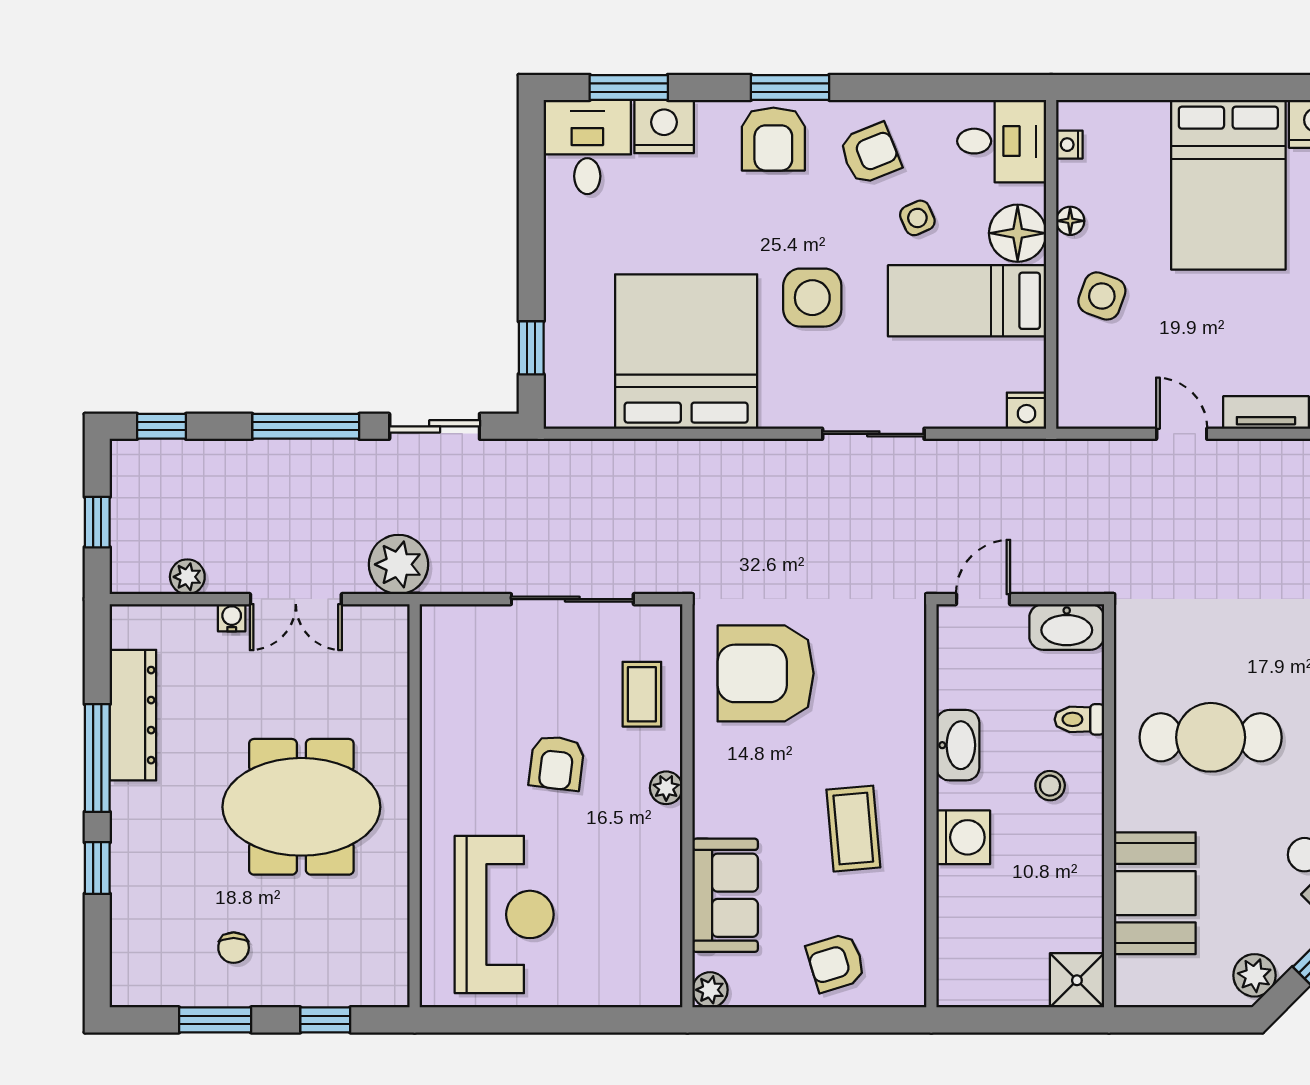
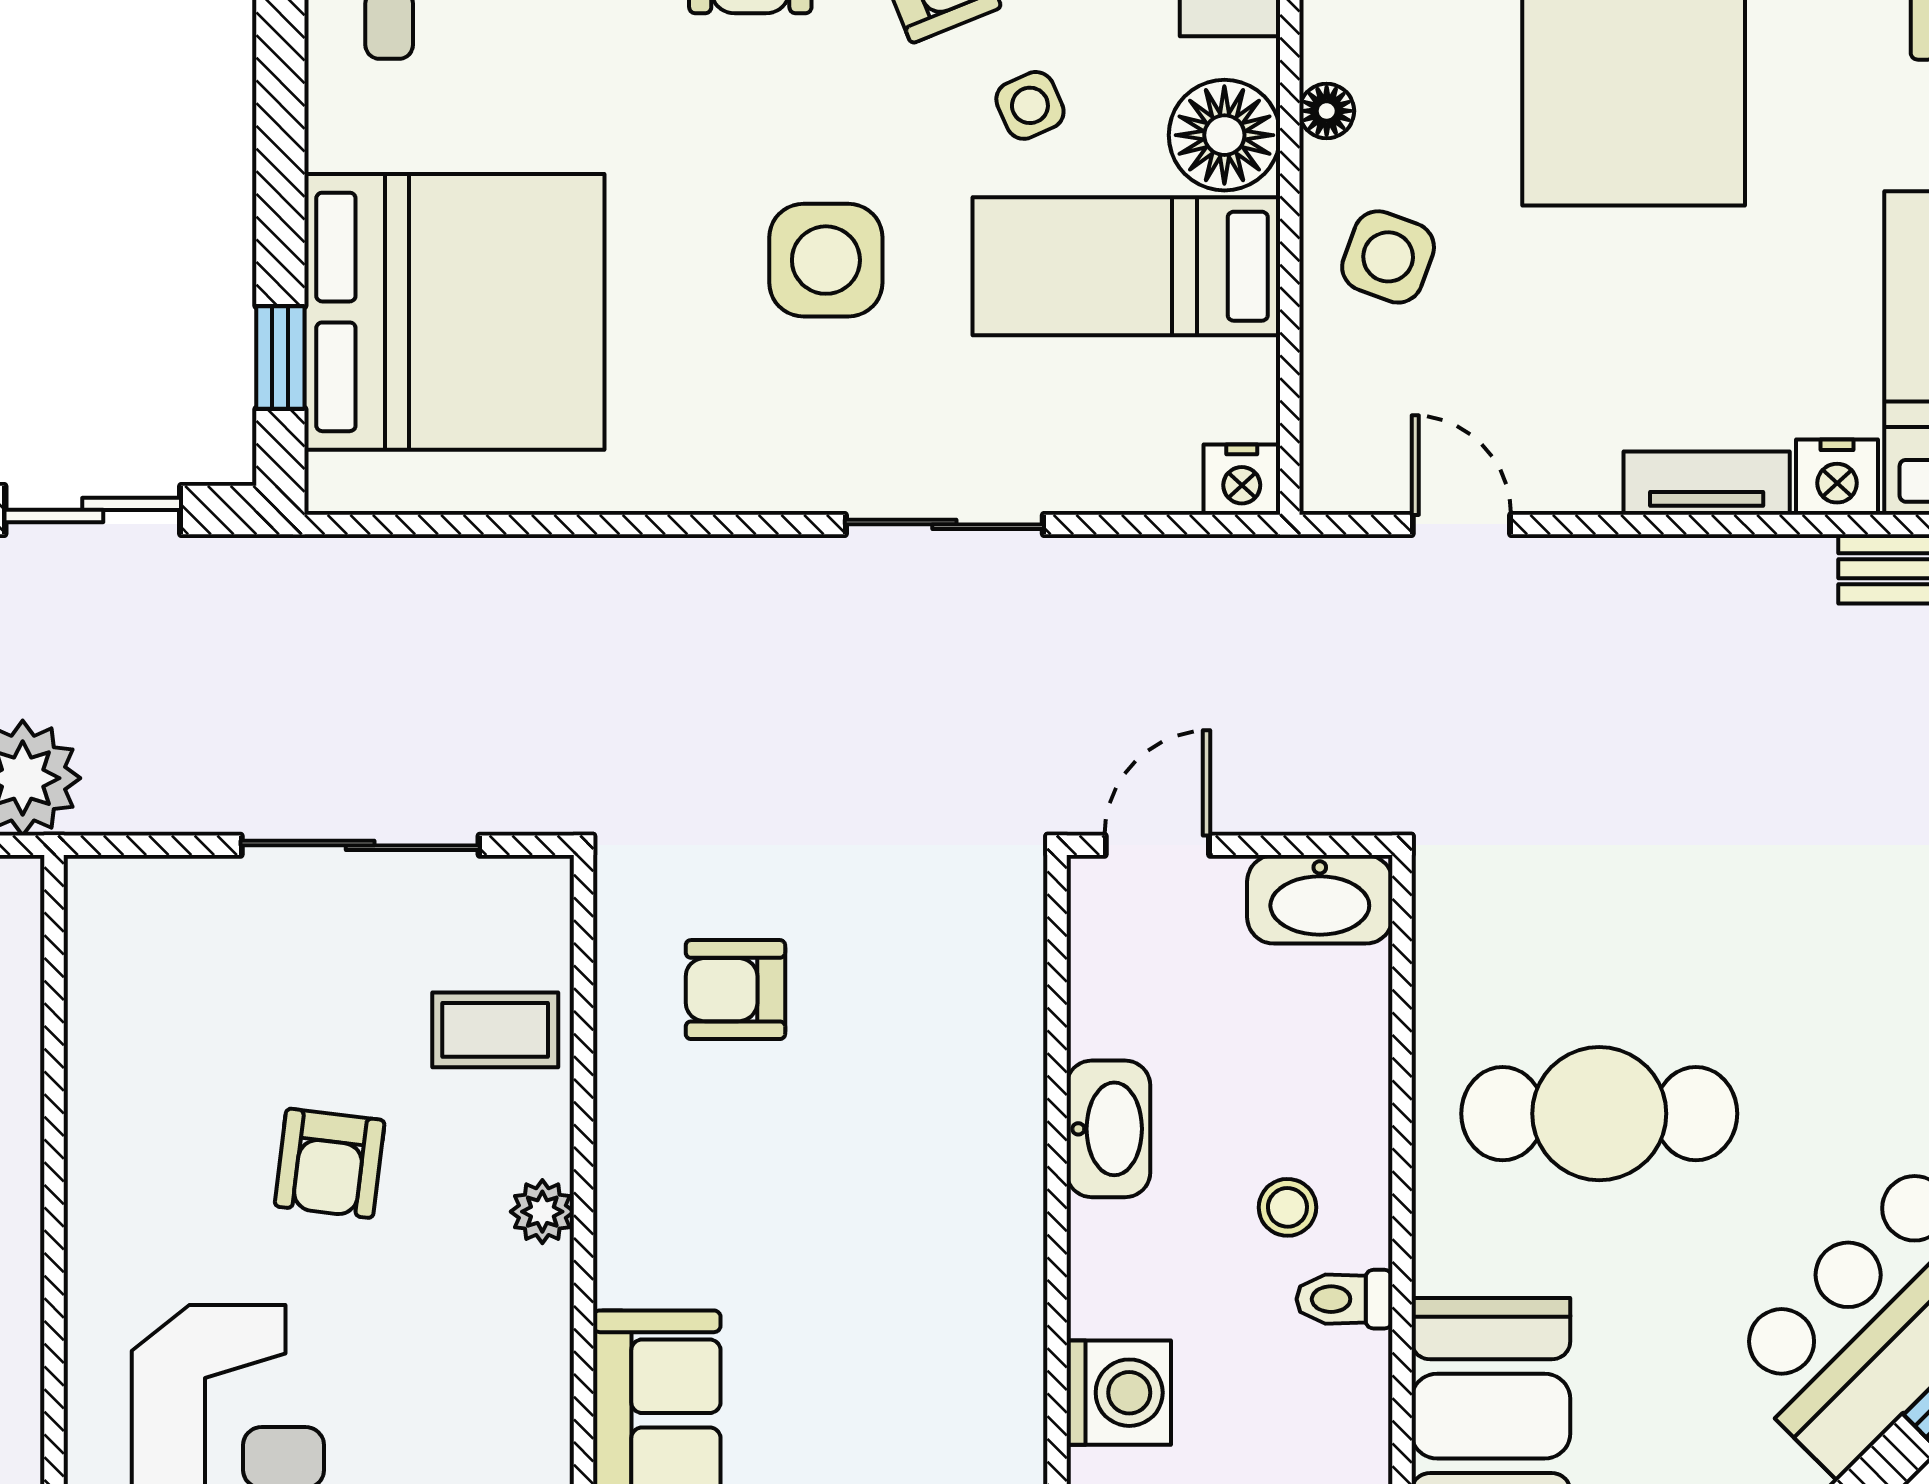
bed: (686, 352) -> (454, 312), moved, turned 90
door: (1182, 434) -> (1461, 524), moved
armchair: (766, 673) -> (735, 990), width x0.53, depth x0.53
coffee table: (642, 694) -> (495, 1030), turned 90
toilet: (1079, 719) -> (1344, 1299), moved
coffee table: (853, 829) -> (906, 1291), removed
washing machine: (963, 837) -> (1119, 1393), moved

